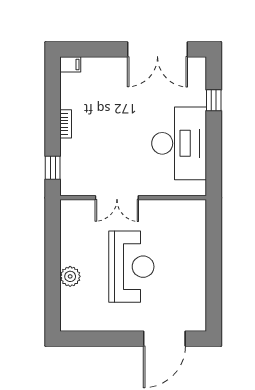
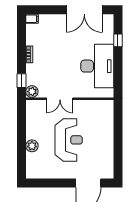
plant: (70, 186) -> (32, 92), added

